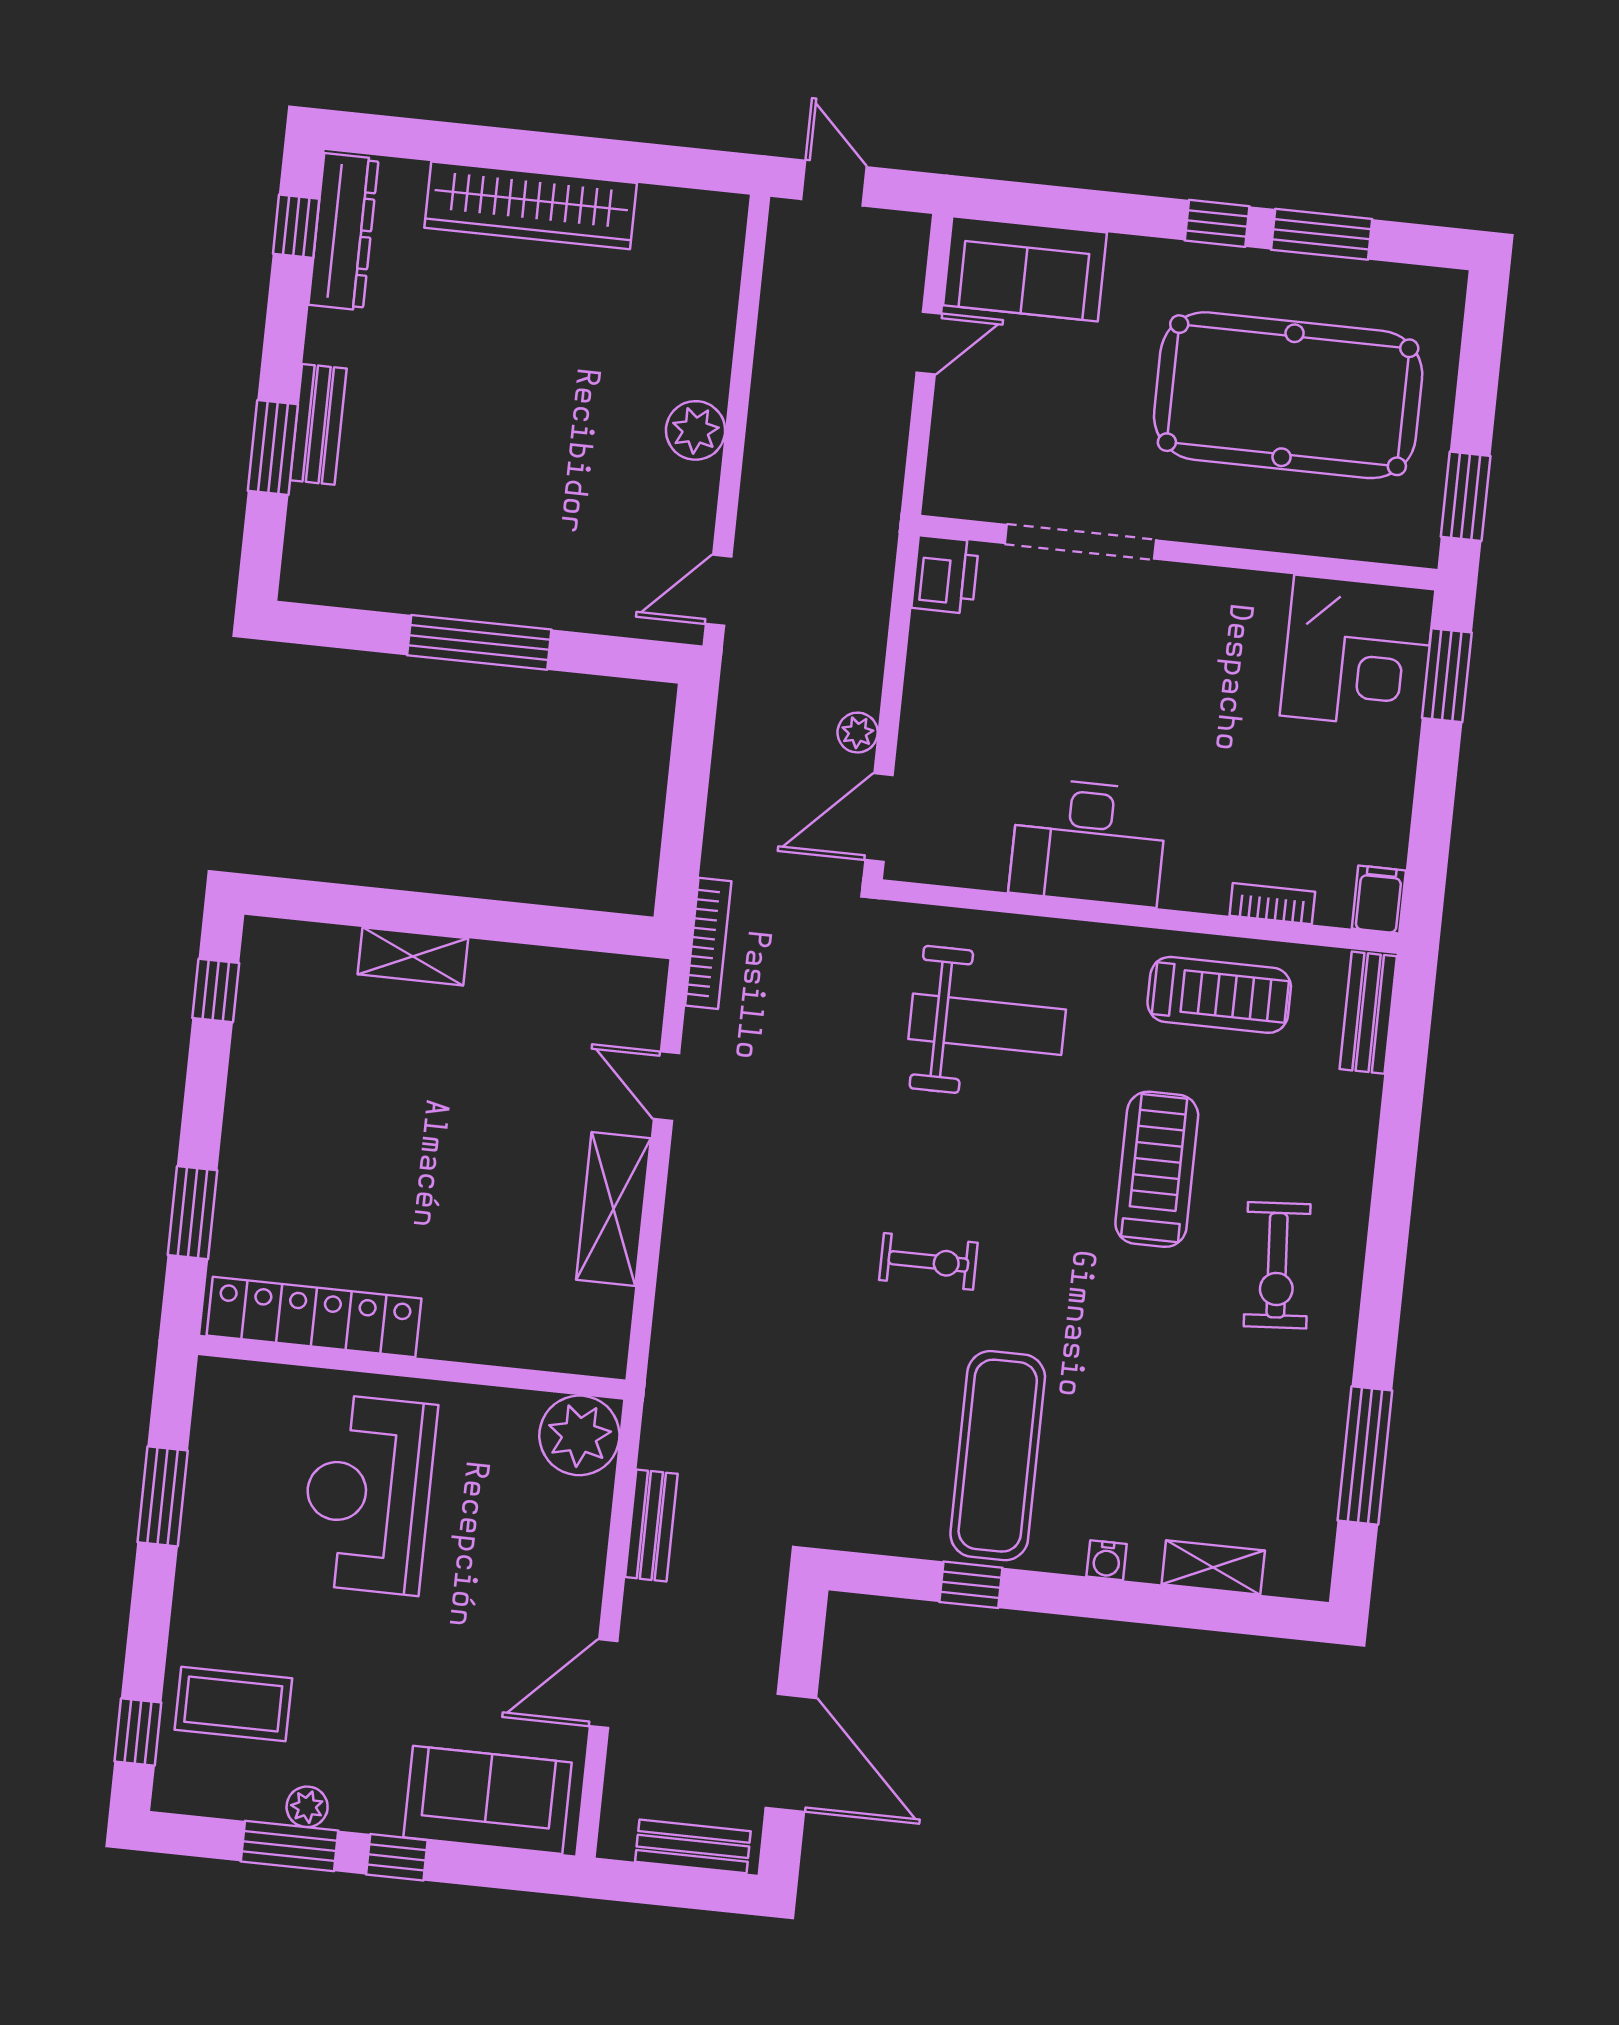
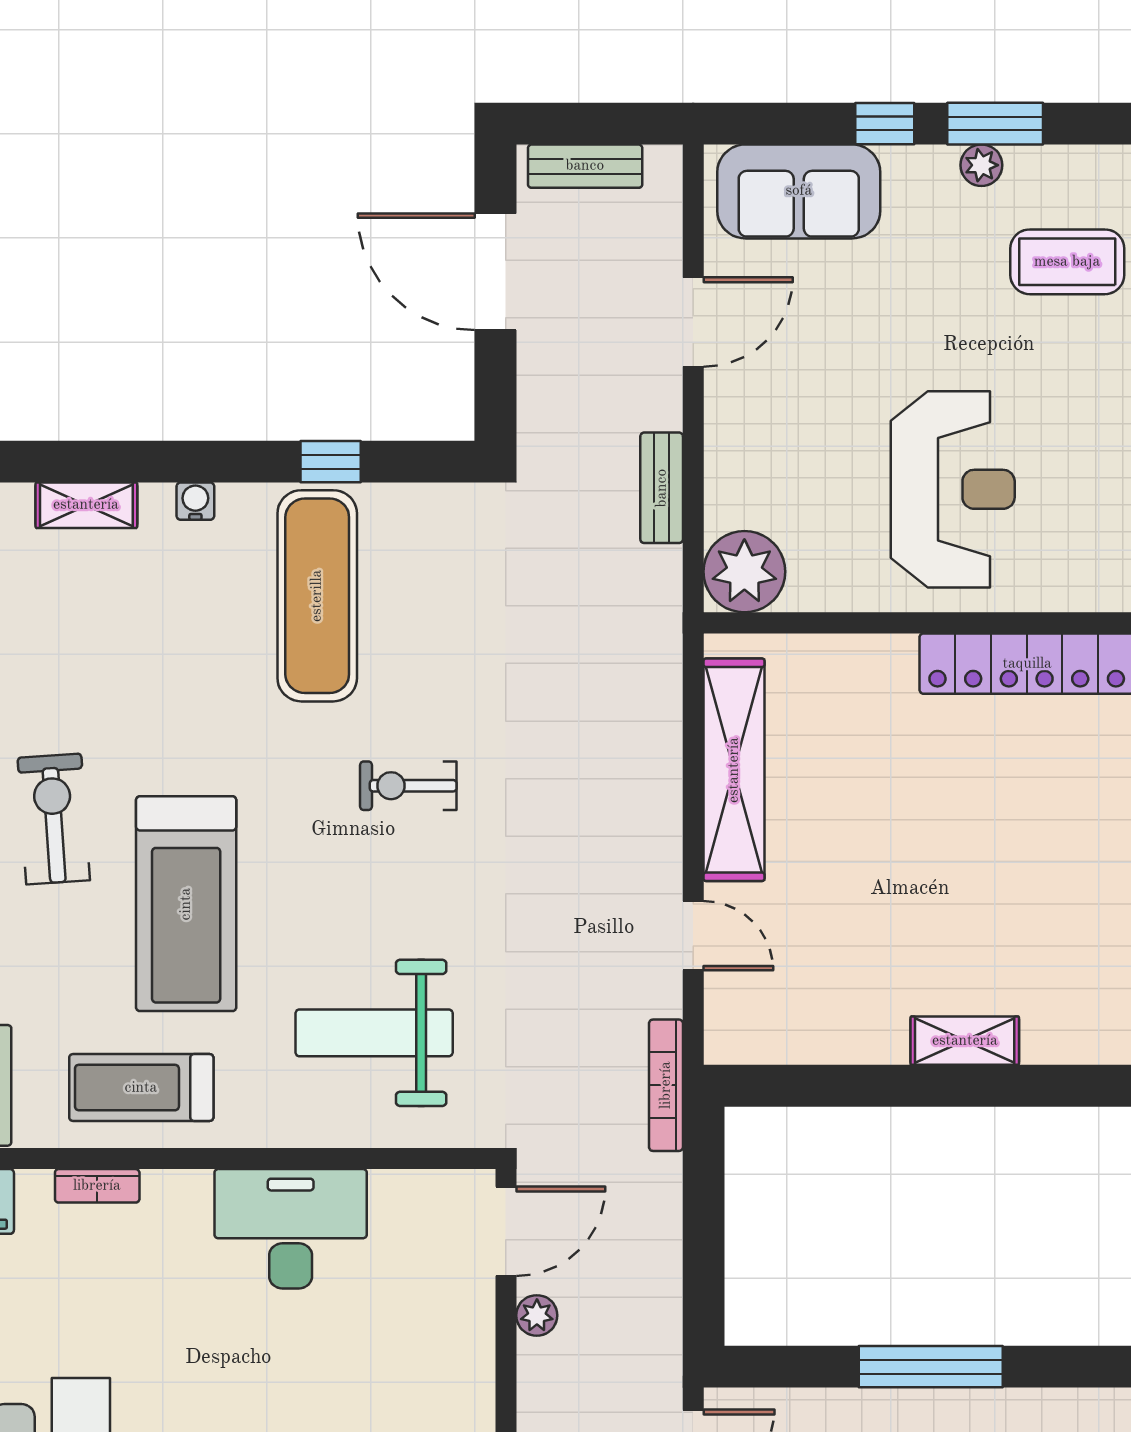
treadmill: (1157, 1169) -> (186, 904), width x1.37, depth x1.38
shelving: (613, 1209) -> (734, 770), width x1.47

